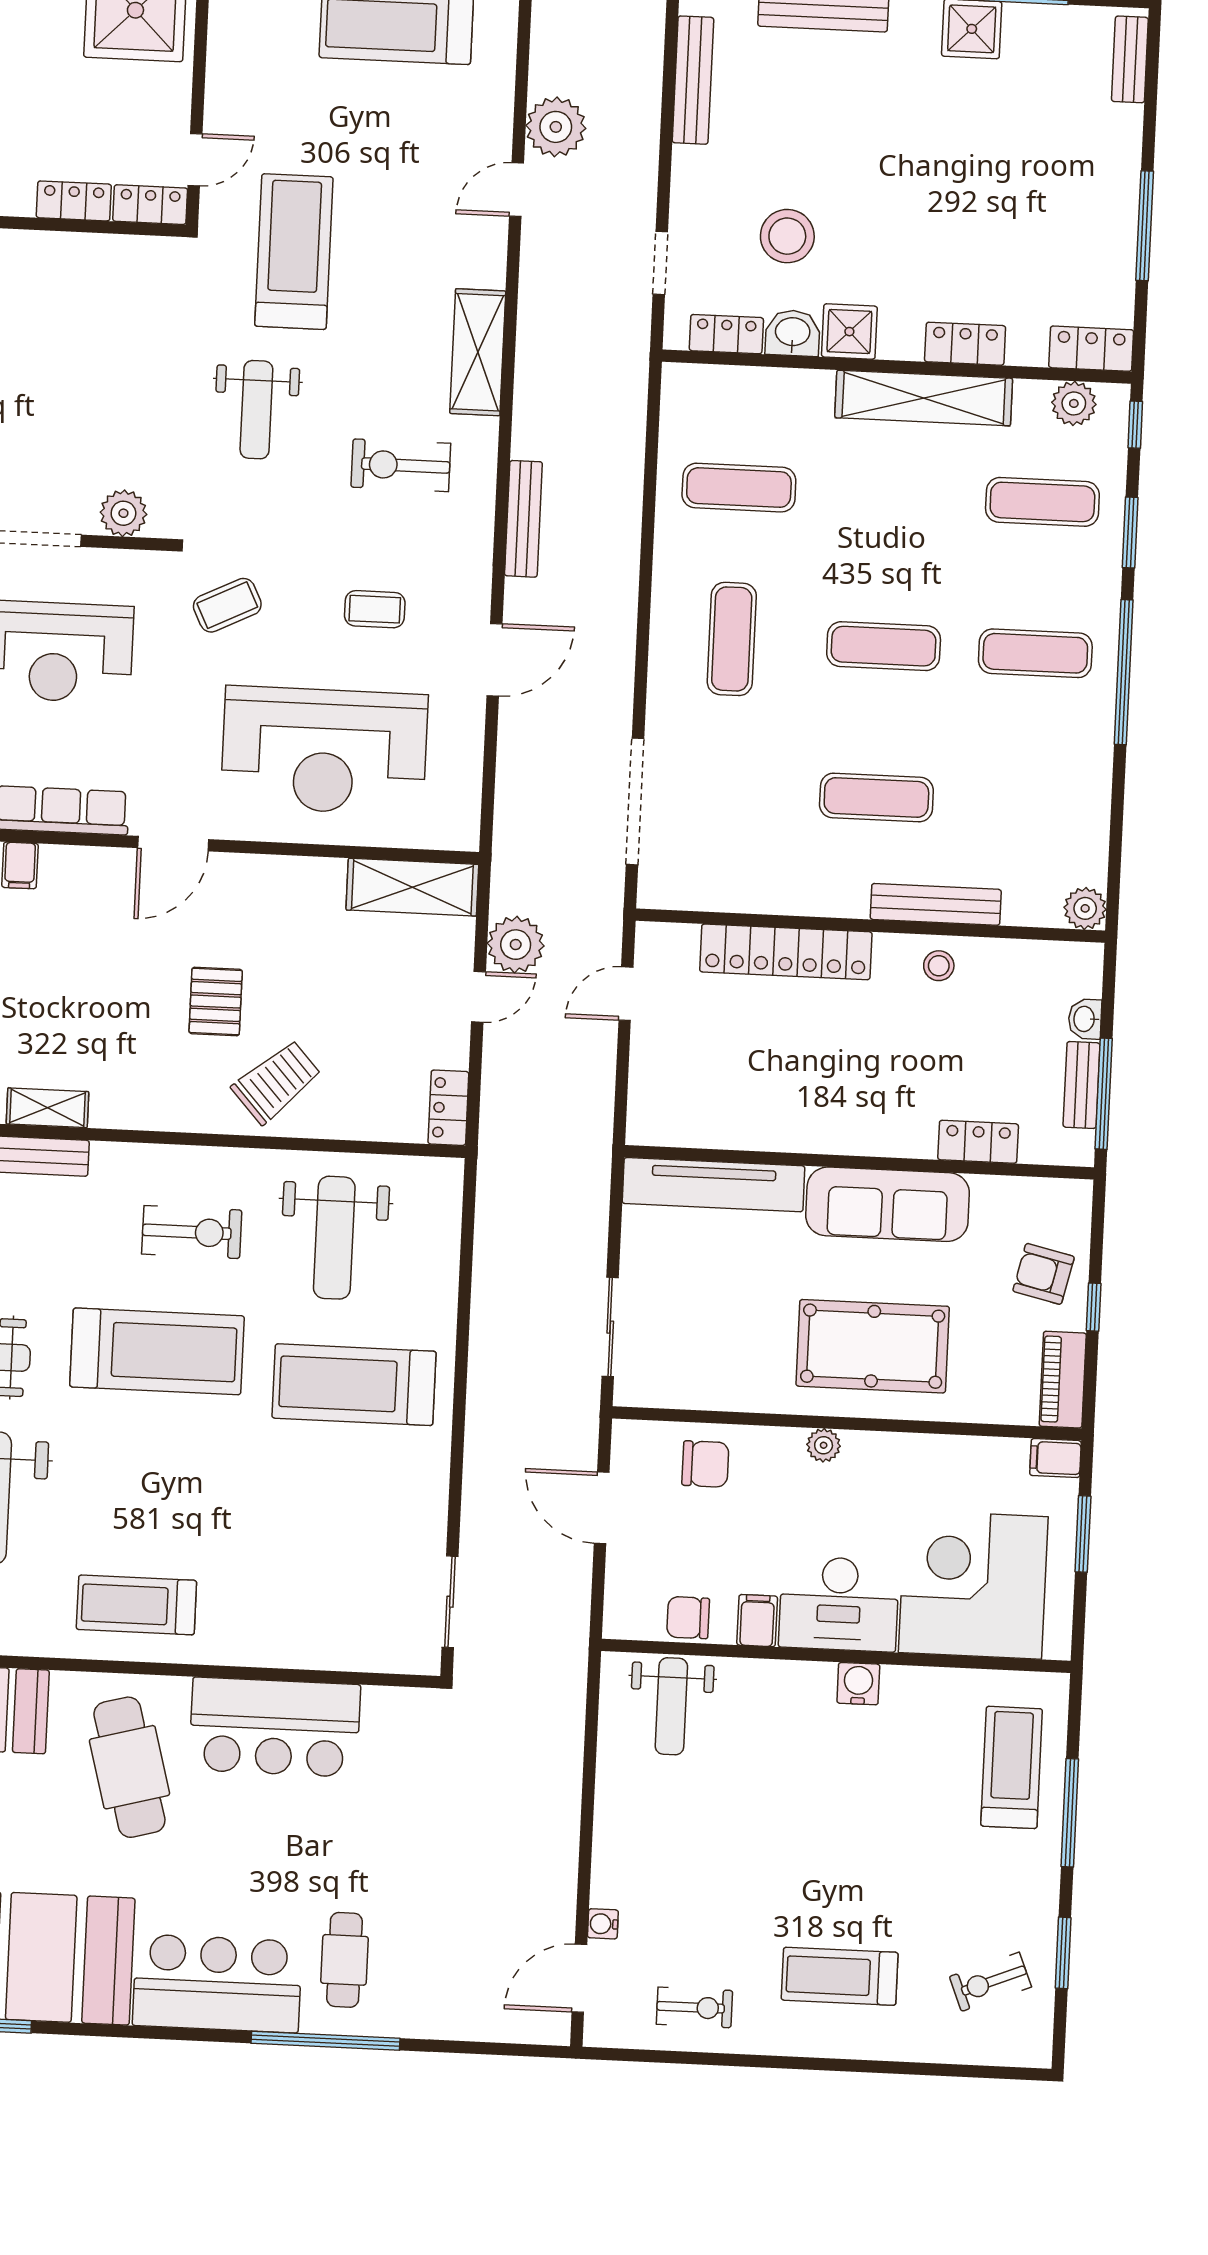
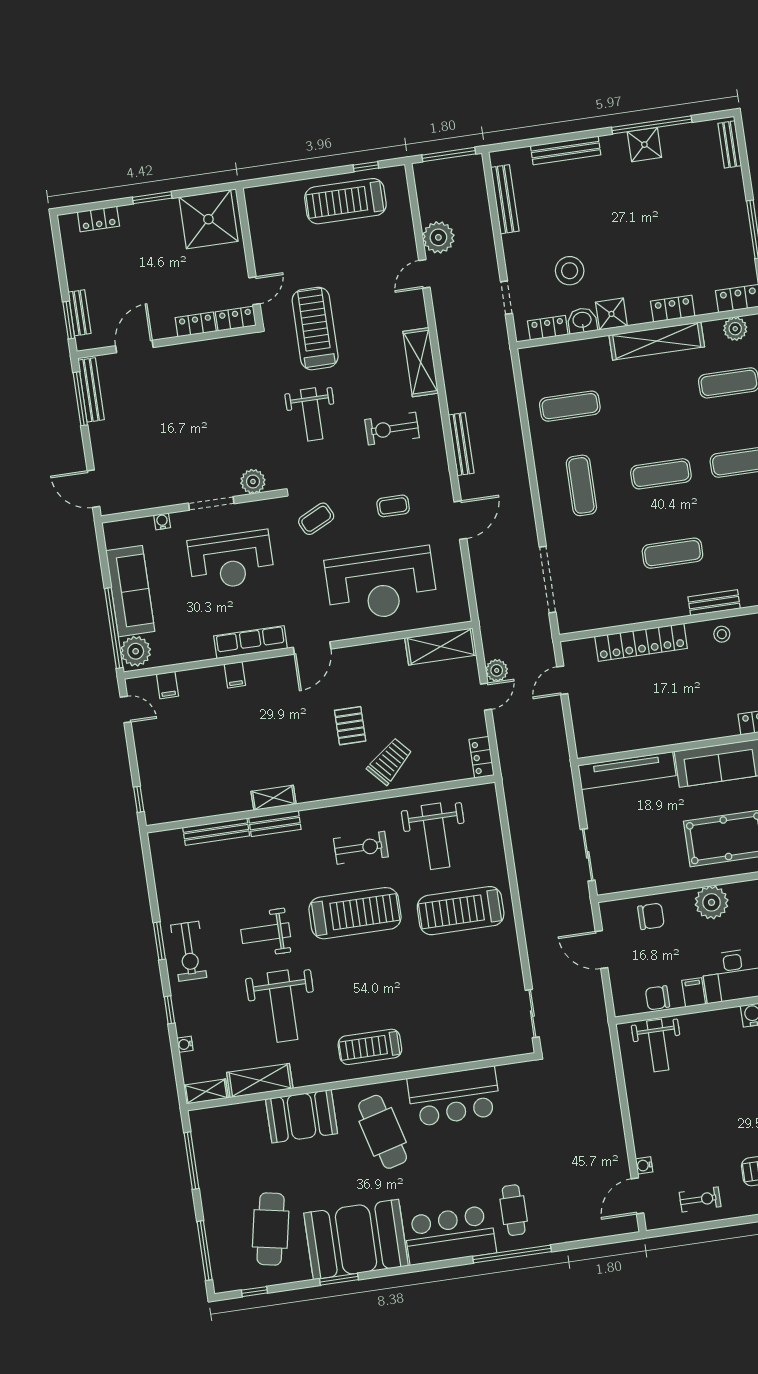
bench: (936, 904) -> (714, 603), width x0.73
plant: (516, 945) -> (497, 670), width x0.73, depth x0.73
plant: (824, 1445) -> (712, 902), width x1.88, depth x1.88

